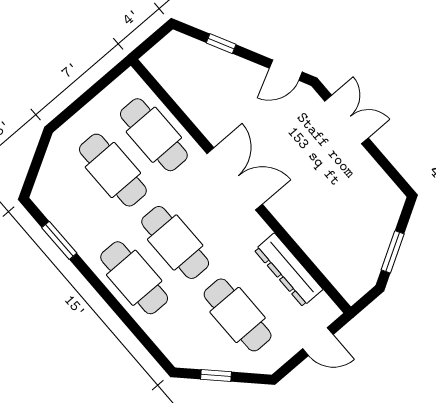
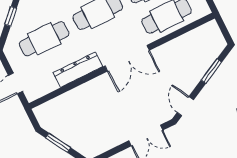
window: (221, 44) -> (211, 71), width x1.50
dresser: (289, 270) -> (78, 70), moved

